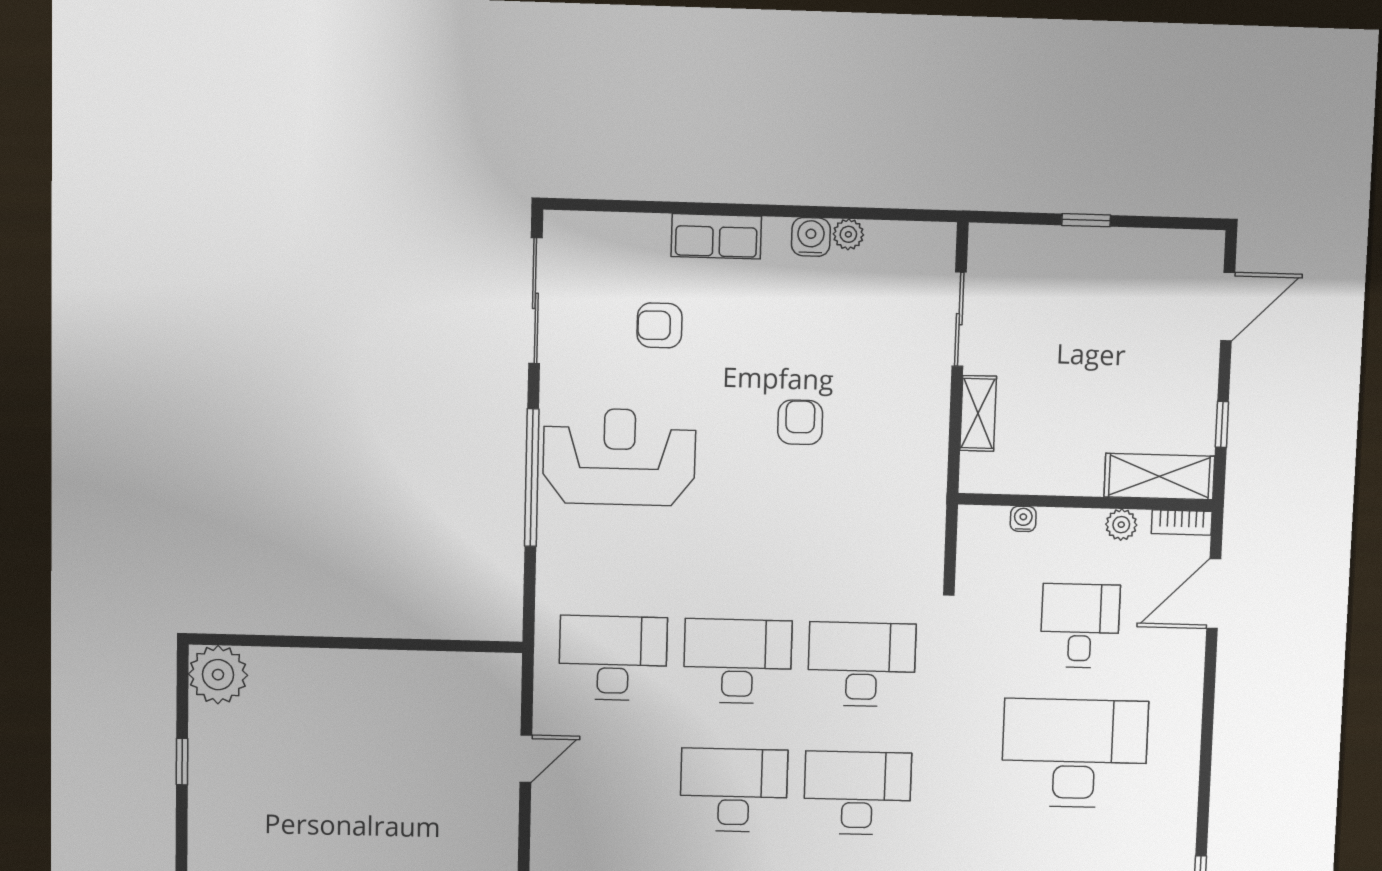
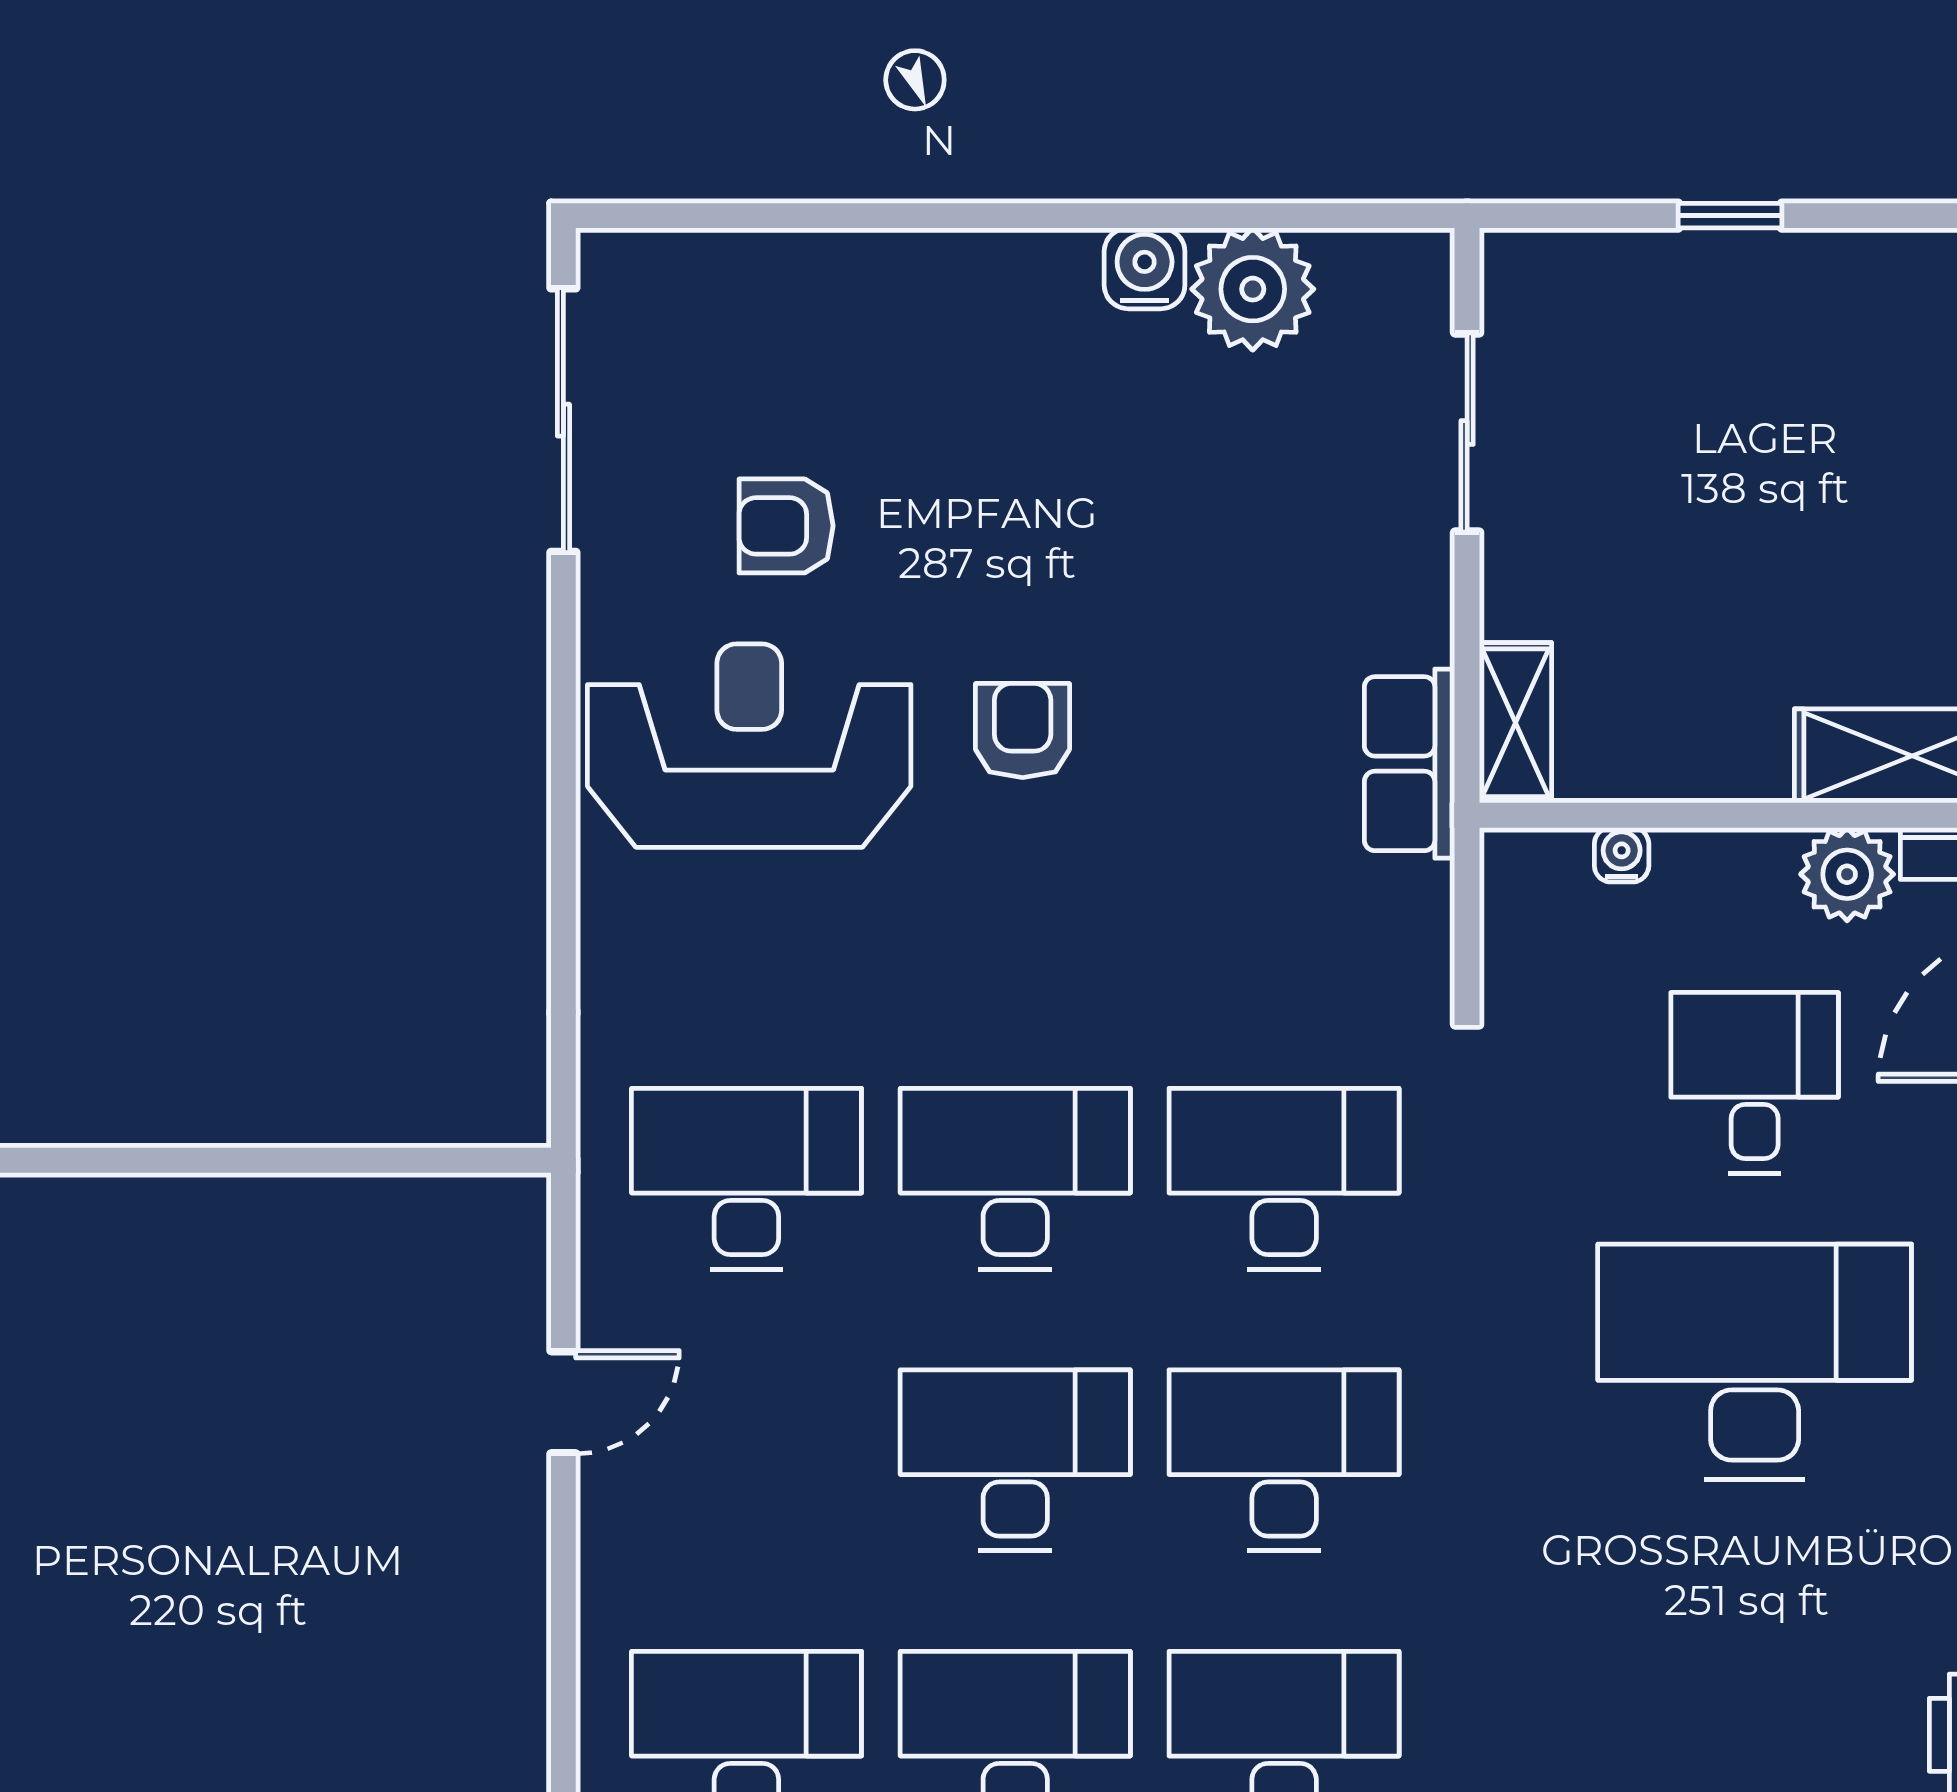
plant: (848, 234) -> (1253, 289), width x1.88, depth x1.88
row of seats: (716, 236) -> (1410, 764), moved, turned 90
armchair: (659, 325) -> (786, 526), moved
shelving: (978, 413) -> (1515, 723), moved
armchair: (800, 422) -> (1023, 730), moved
window: (532, 478) -> (563, 795), removed
plant: (1121, 525) -> (1847, 874), width x1.38, depth x1.38

